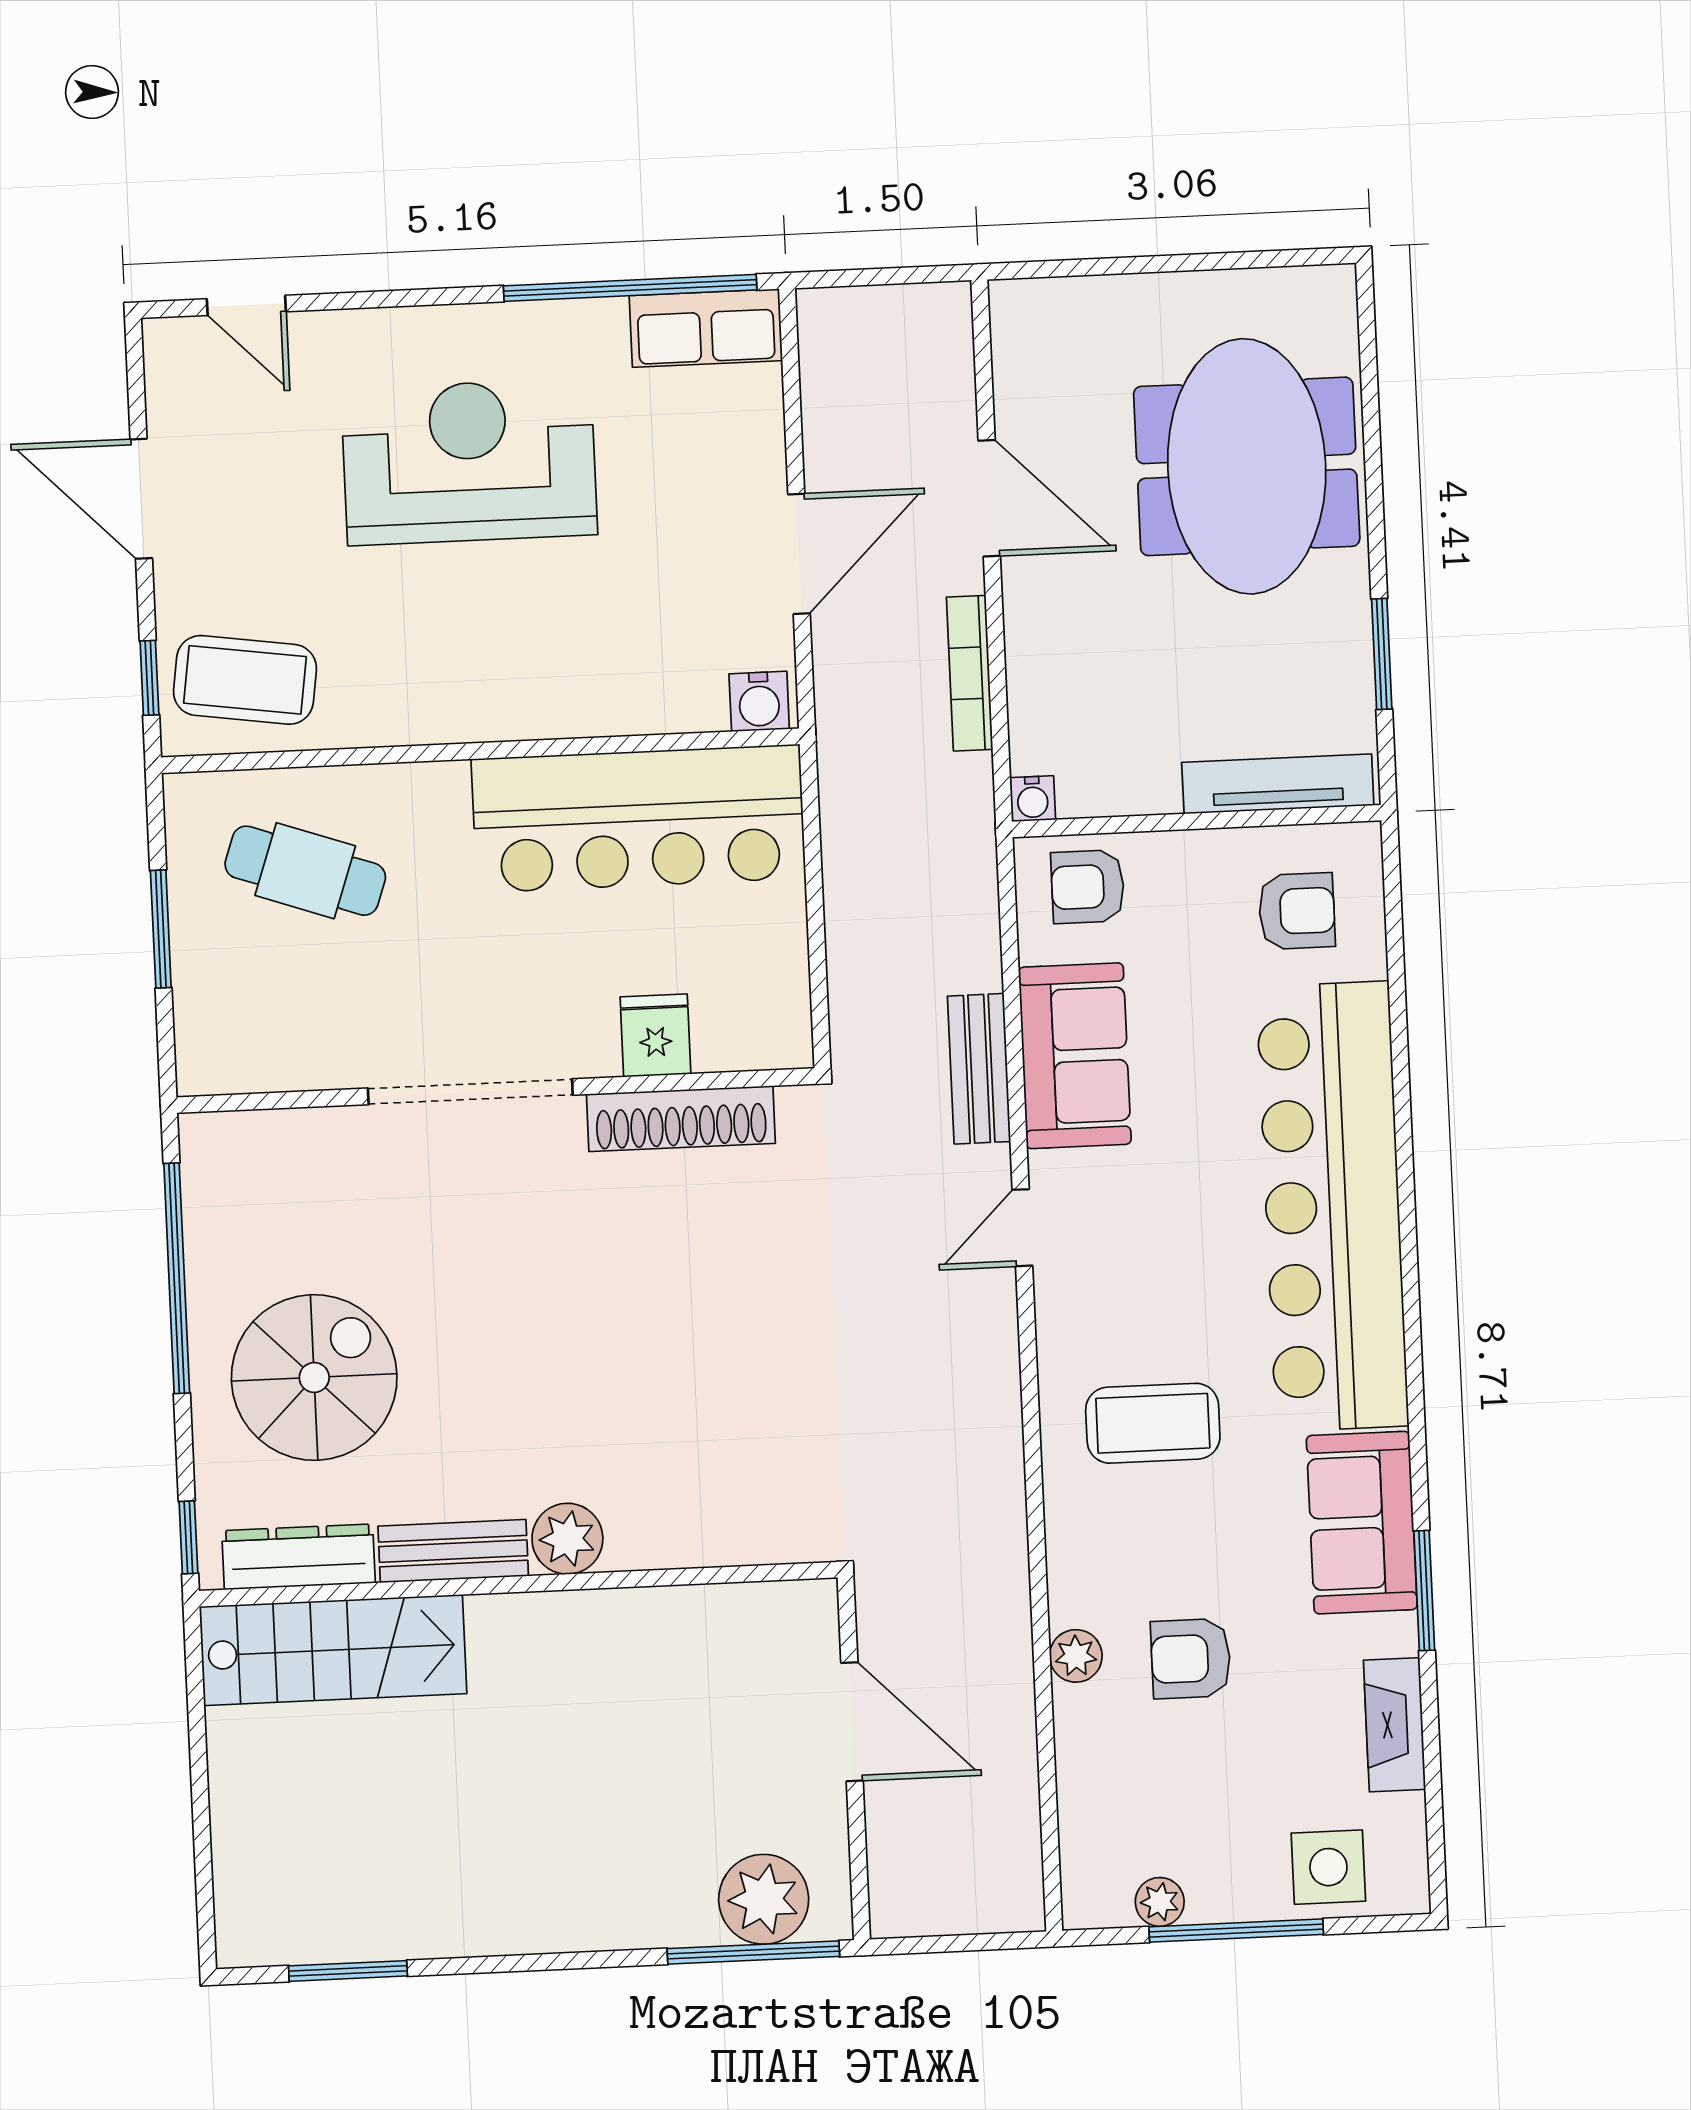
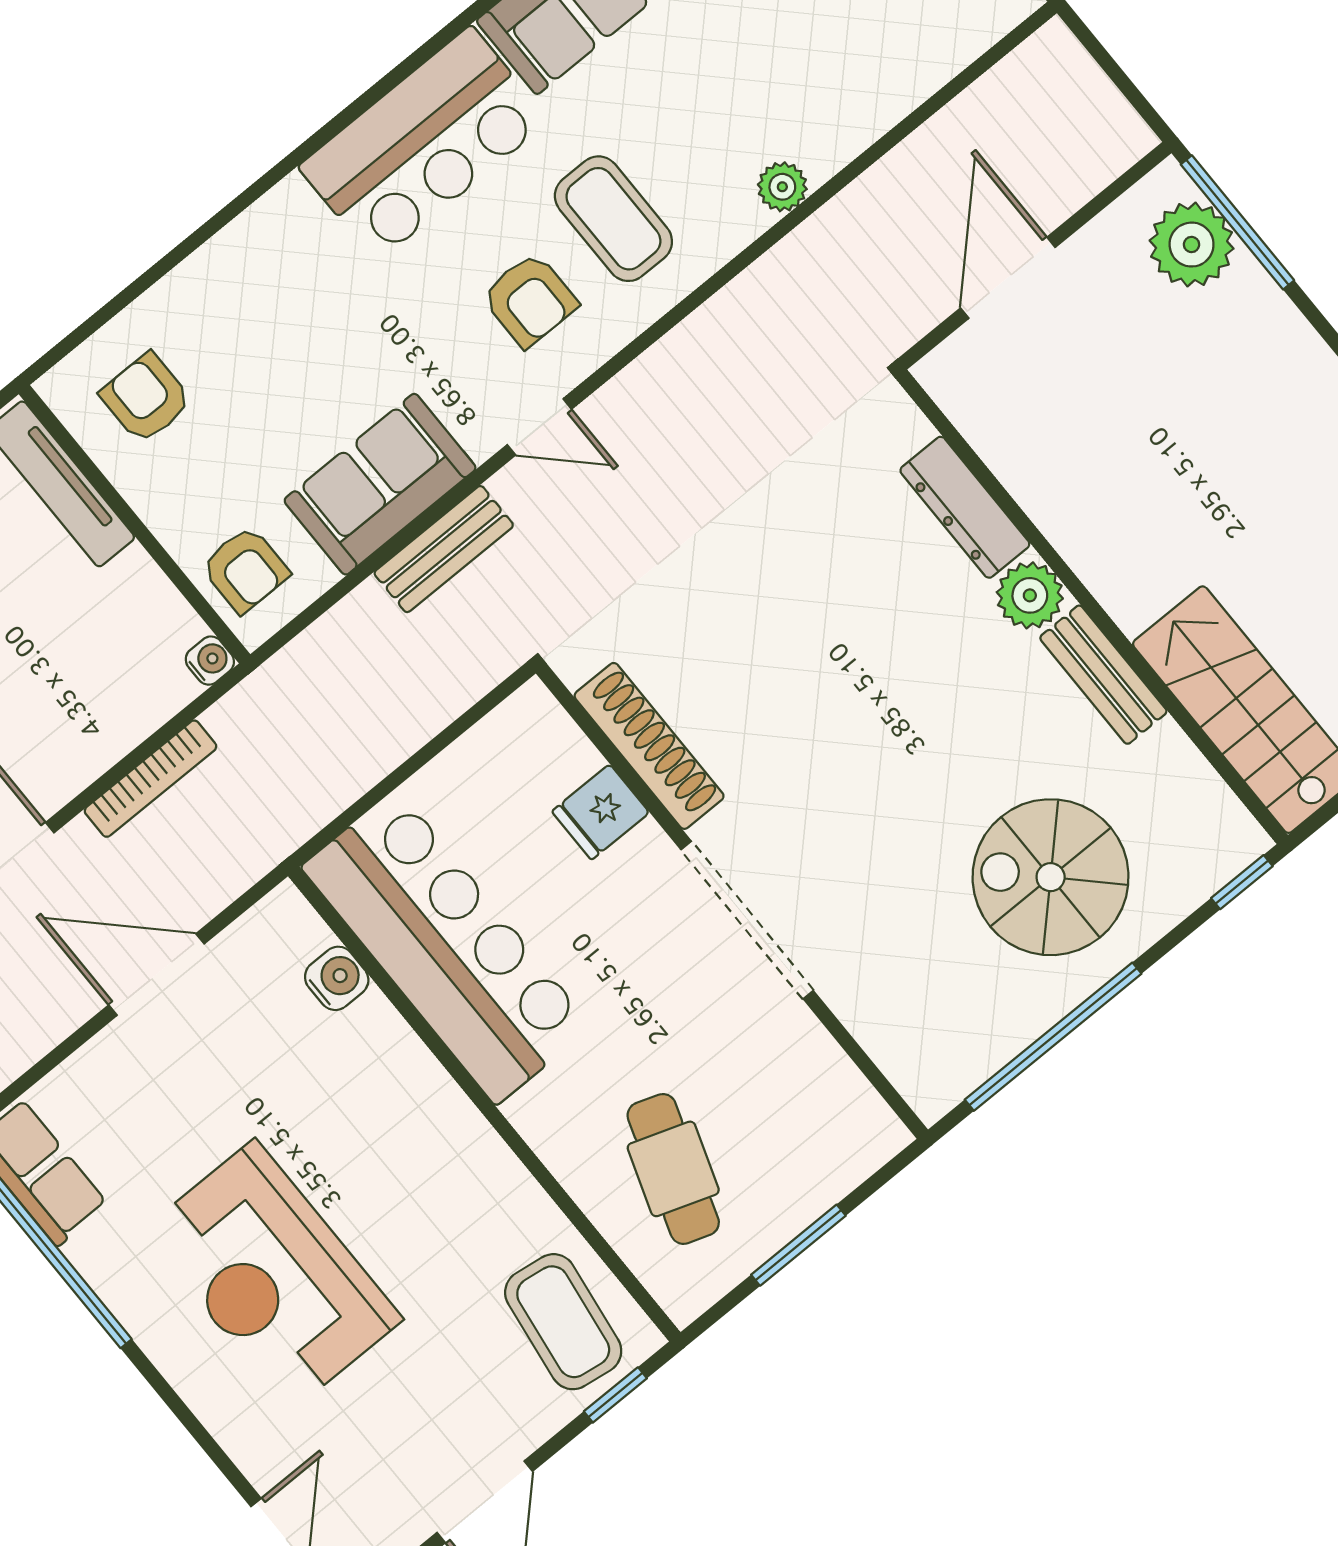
water cooler: (759, 701) -> (337, 978), moved
bar counter: (1332, 1206) -> (424, 144), width x0.54
dresser: (298, 1557) -> (965, 507), moved
plant: (1076, 1656) -> (782, 187), moved
armchair: (1191, 1659) -> (530, 300), moved

